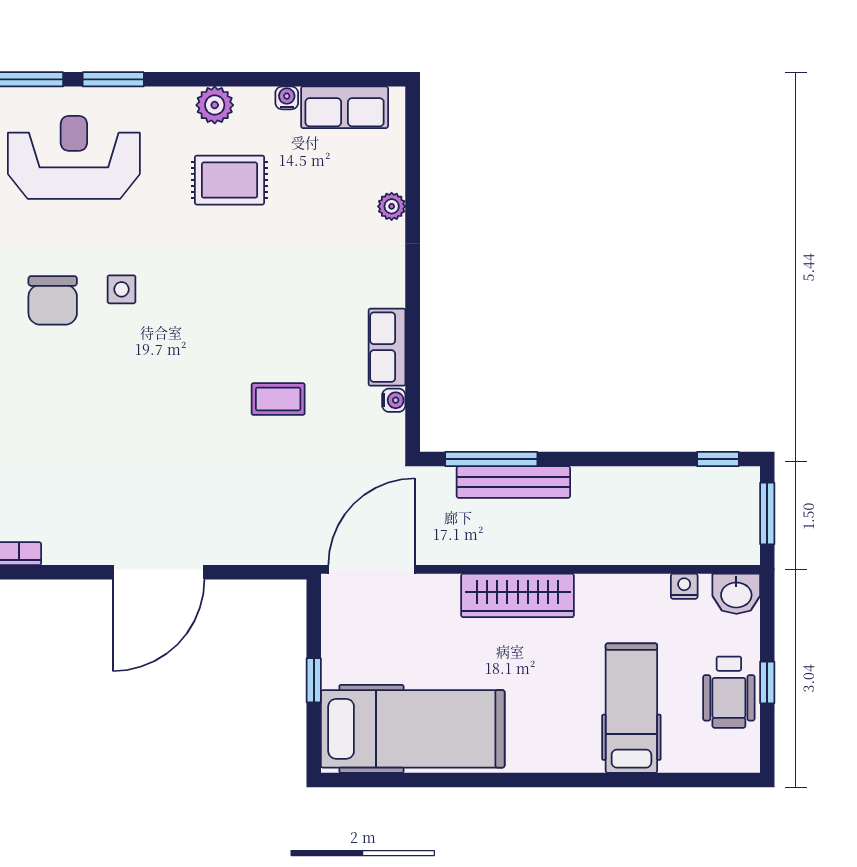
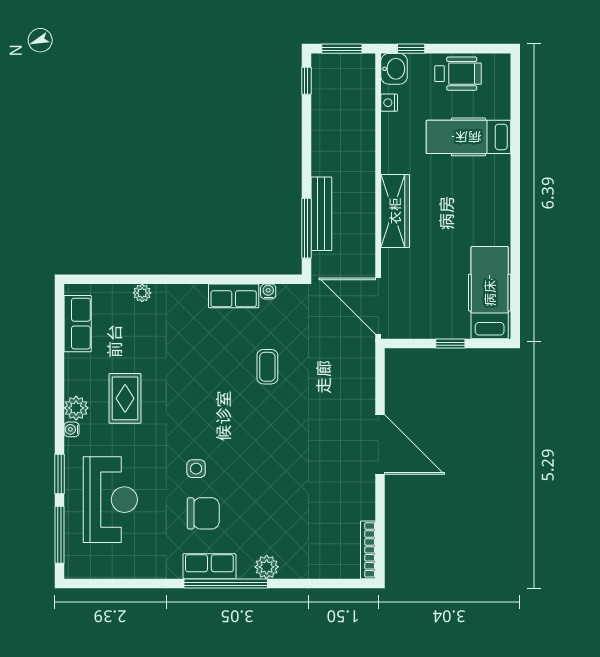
water cooler: (287, 98) -> (72, 429), moved
reception desk: (74, 157) -> (110, 500), turned 180
window: (767, 682) -> (411, 49), moved
hospital bed: (413, 729) -> (490, 293), width x0.73, depth x0.78

